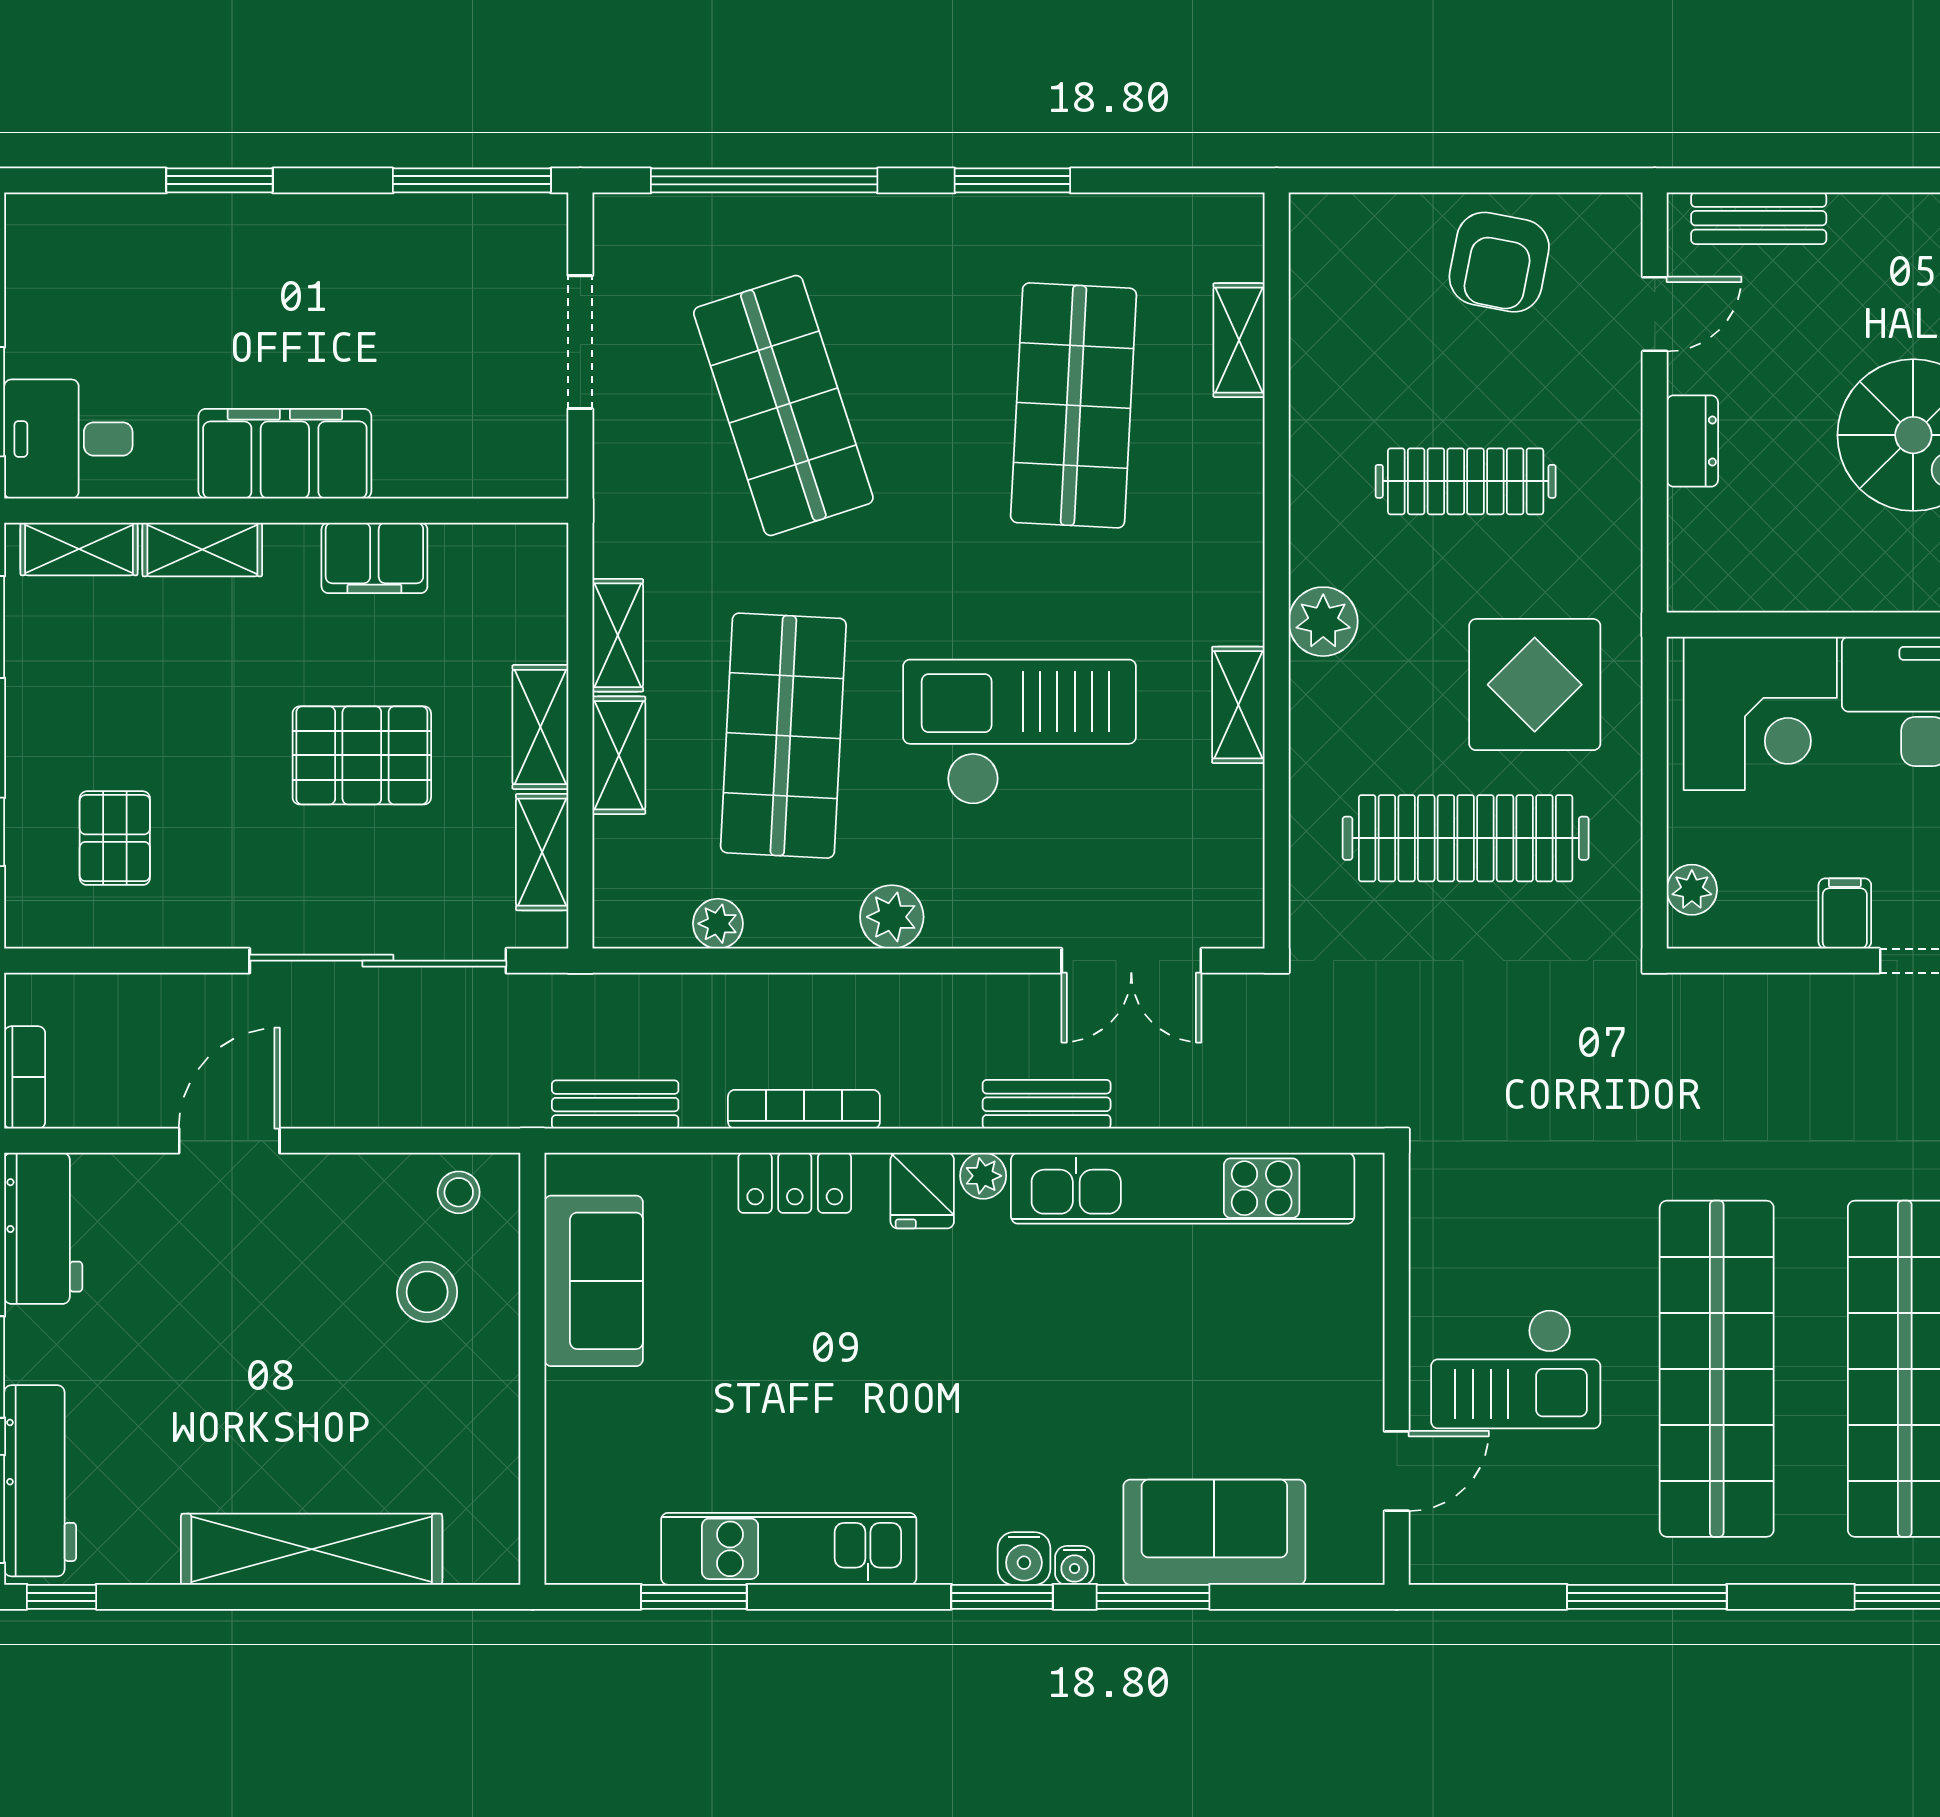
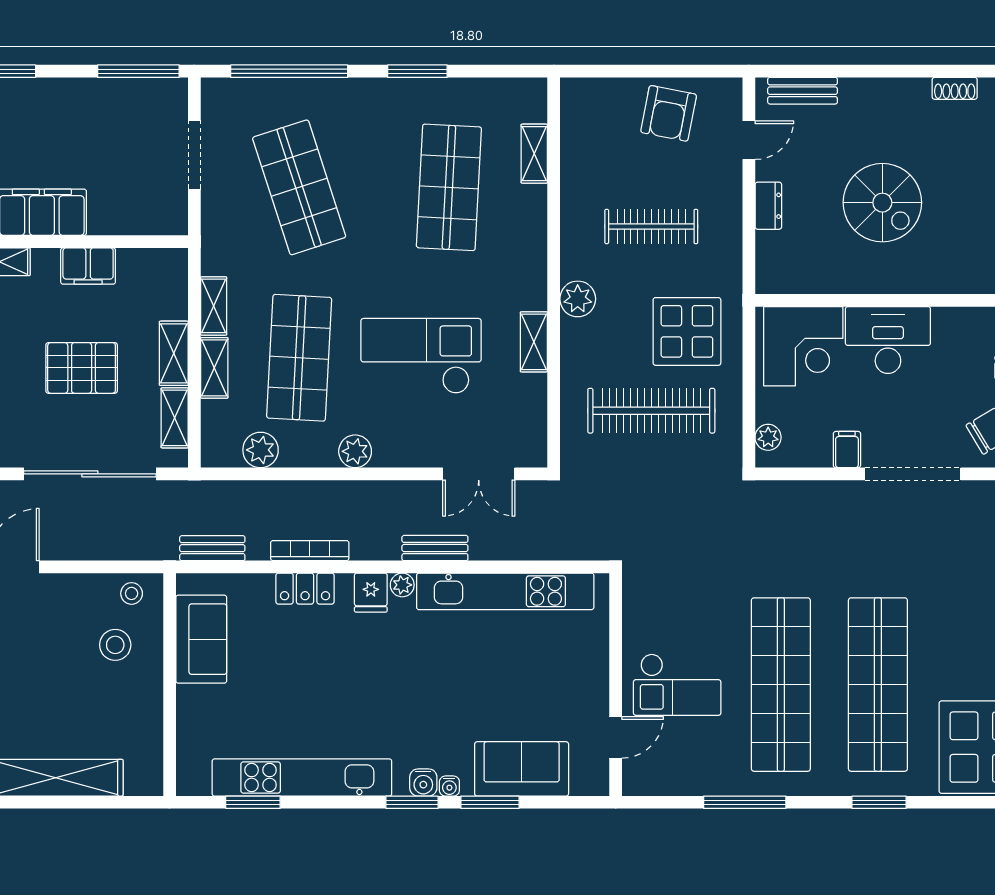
plant: (718, 924) -> (261, 450), width x1.38, depth x1.38
kitchen unit: (789, 1549) -> (302, 777), width x1.36

